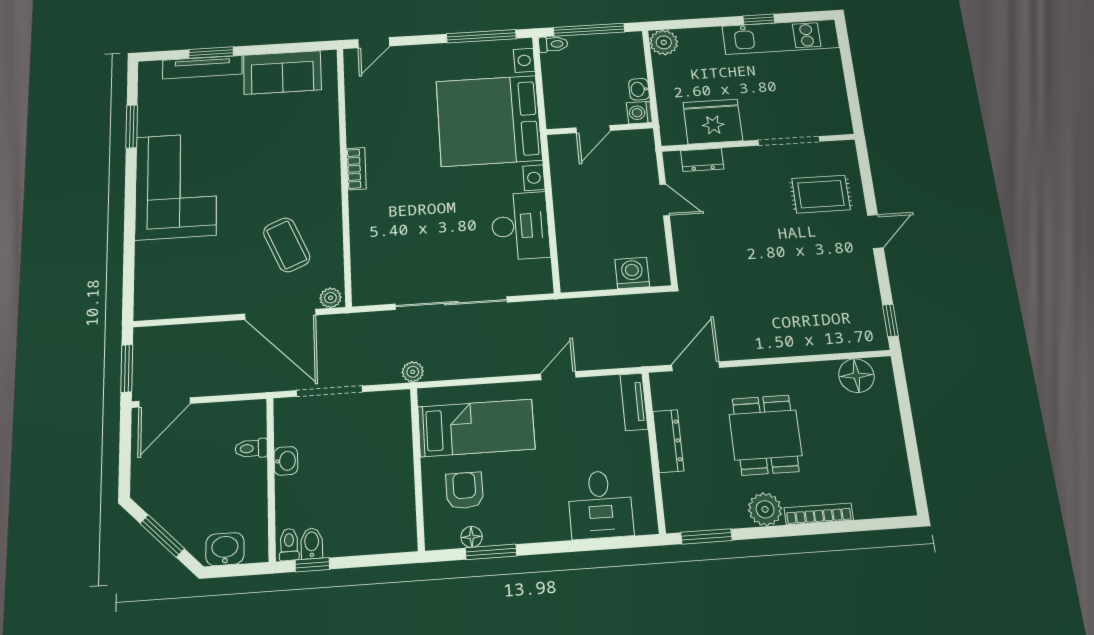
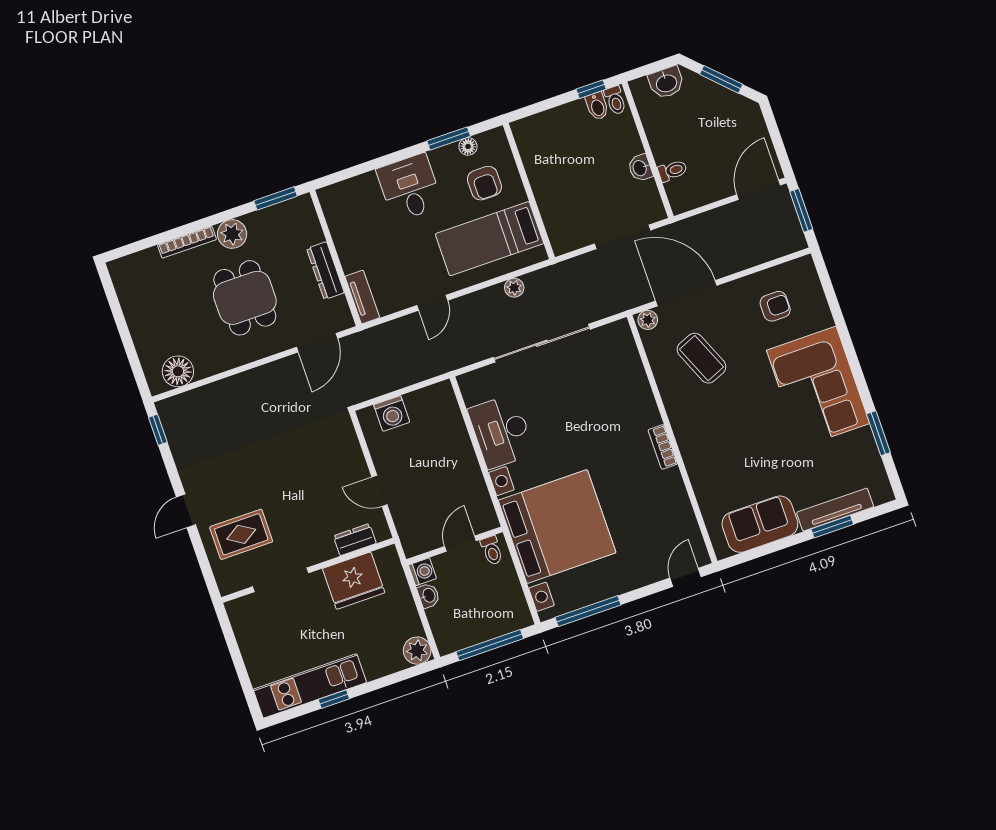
toilet: (553, 44) -> (492, 550), moved, turned -90
armchair: (191, 277) -> (775, 306), added
plant: (413, 372) -> (514, 288), moved
desk: (600, 504) -> (410, 188), moved

